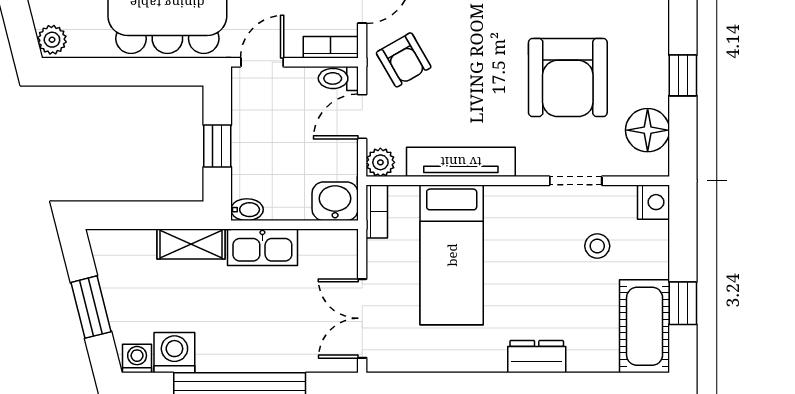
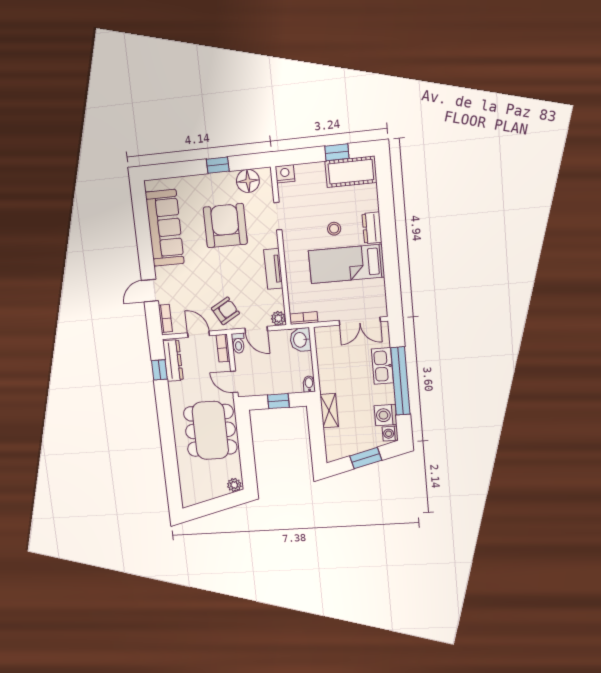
armchair: (568, 78) -> (225, 226), turned -90
tv unit: (461, 162) -> (273, 269), width x0.71
stool: (597, 246) -> (334, 229), moved
kitchen sink: (262, 247) -> (382, 366), moved, turned 180
bed: (452, 255) -> (346, 264), moved, turned 180

